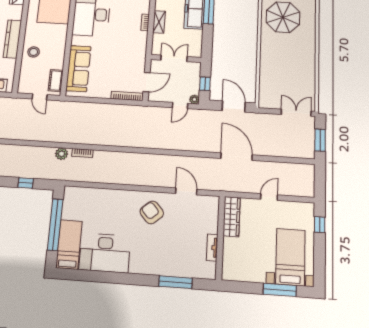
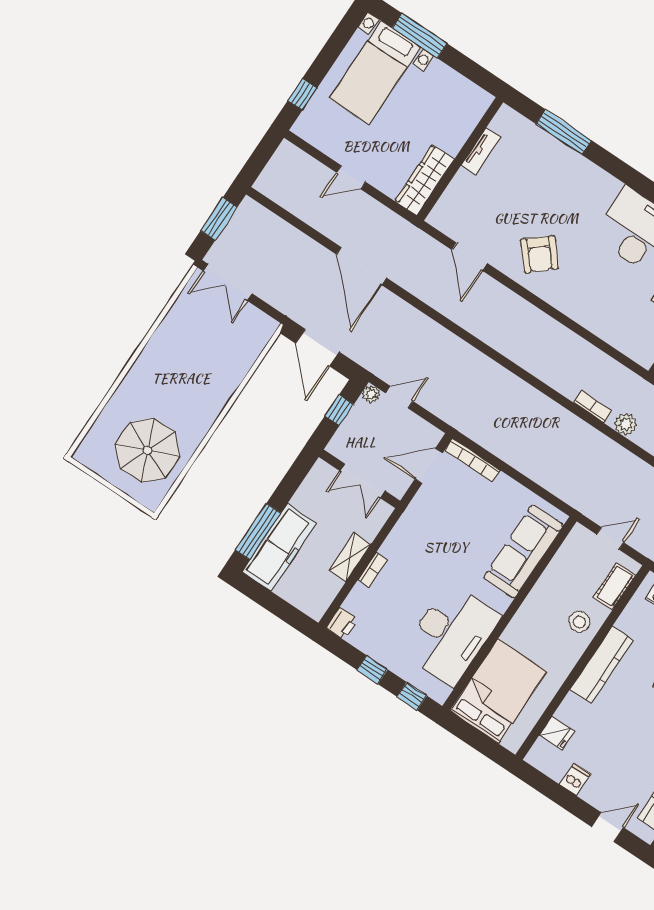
cot: (56, 80) -> (615, 586), moved
door: (40, 97) -> (610, 538), hinge flipped

